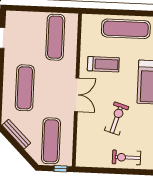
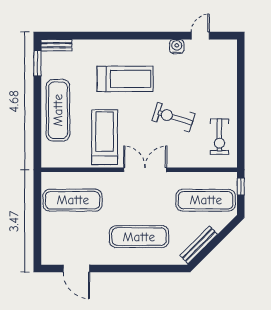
treadmill: (103, 64) -> (105, 137), width x1.37, depth x1.38
exercise bike: (126, 157) -> (219, 137), moved

